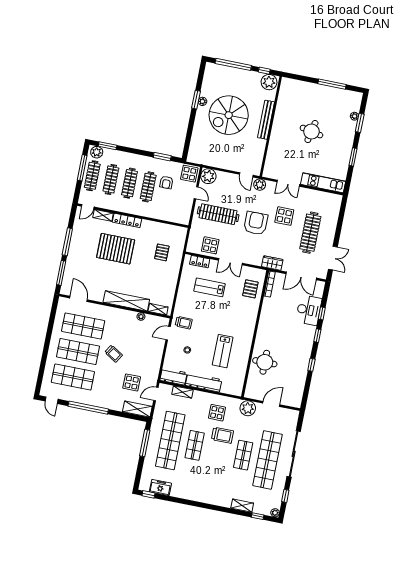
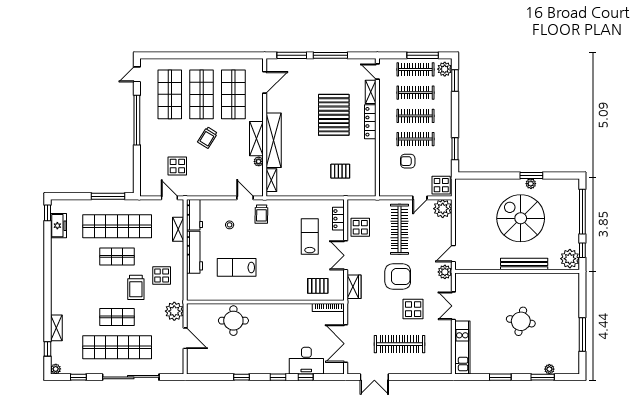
armchair: (166, 182) -> (408, 161), moved
wardrobe: (272, 263) -> (354, 287), moved
shelving: (137, 409) -> (256, 139), moved

